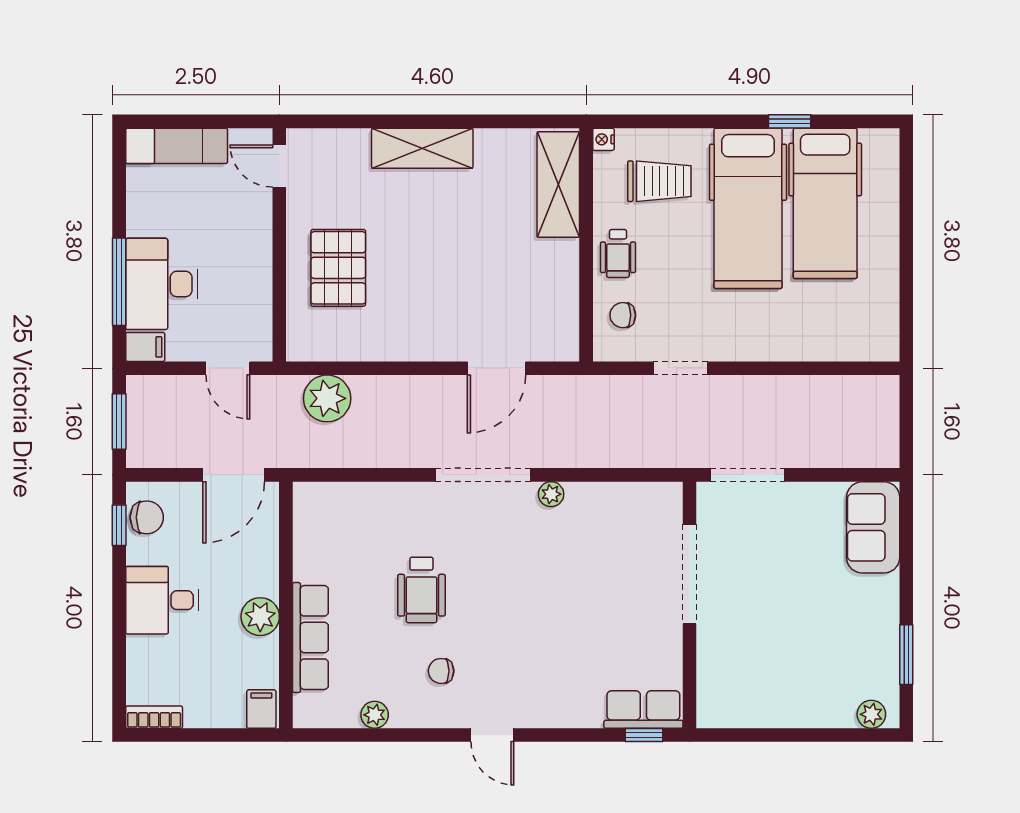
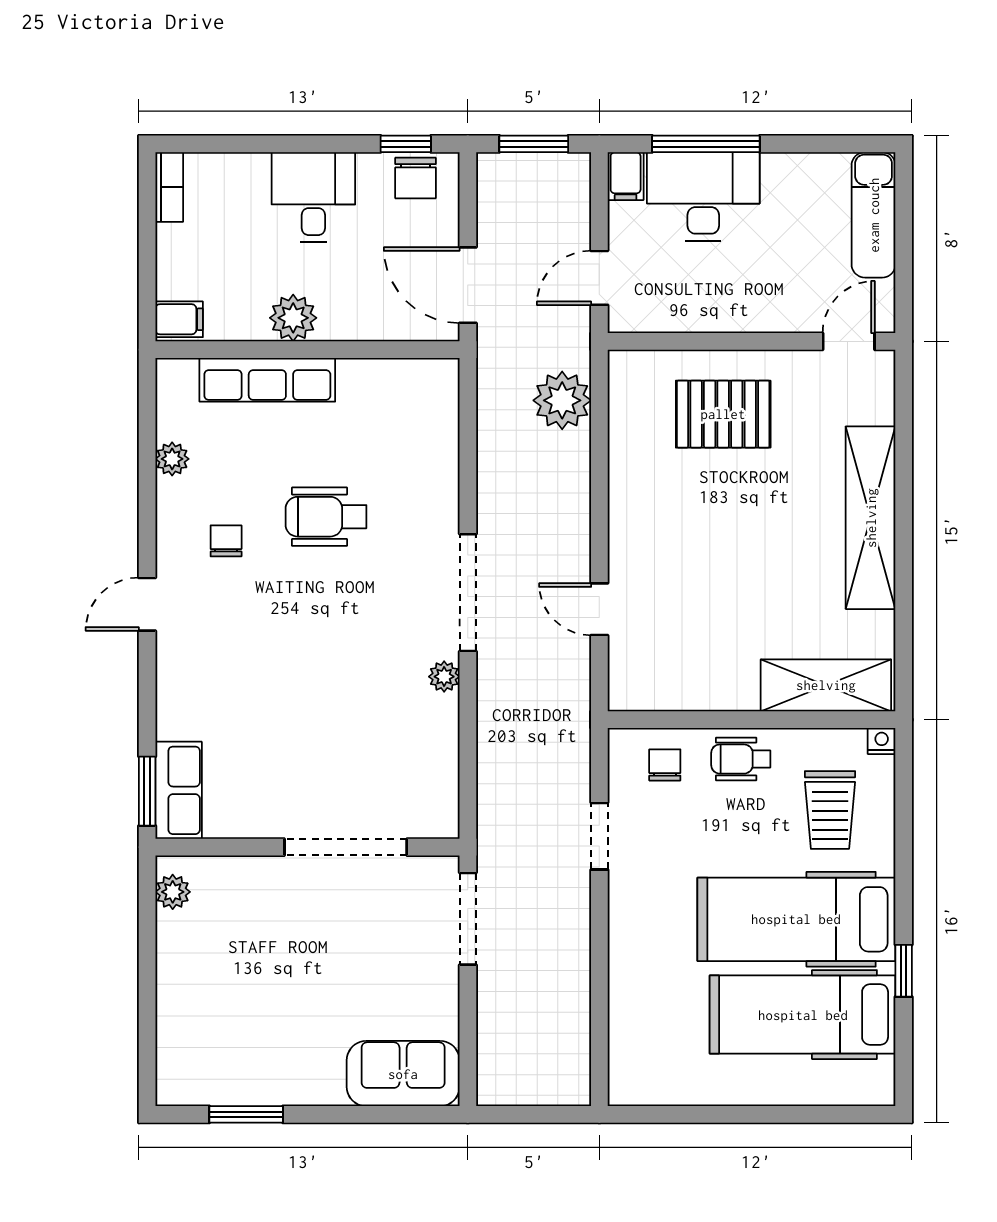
shelving: (422, 148) -> (871, 518), width x1.47
door: (497, 368) -> (599, 609), width x0.73
plant: (871, 714) -> (173, 892), moved
window: (644, 735) -> (147, 791), width x1.50

